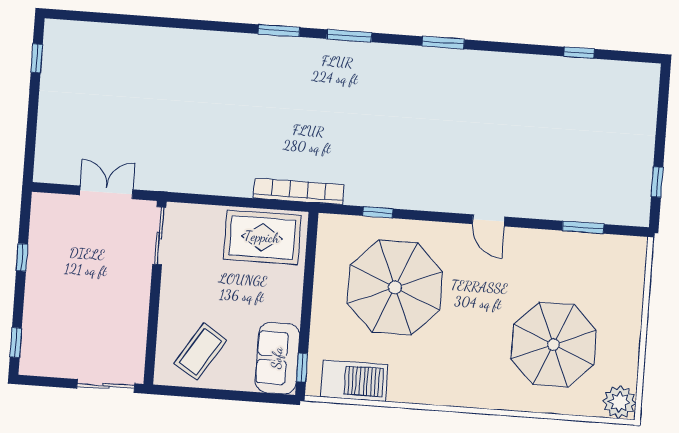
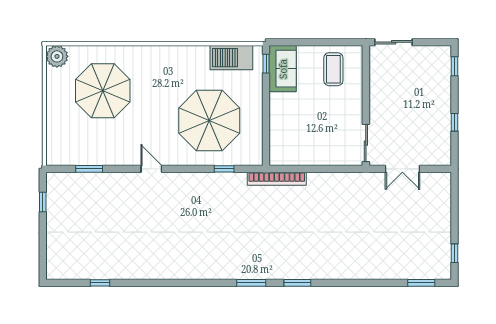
window: (443, 43) -> (421, 283), moved
rug: (262, 237) -> (298, 147), removed
coffee table: (200, 352) -> (333, 69), turned -32

